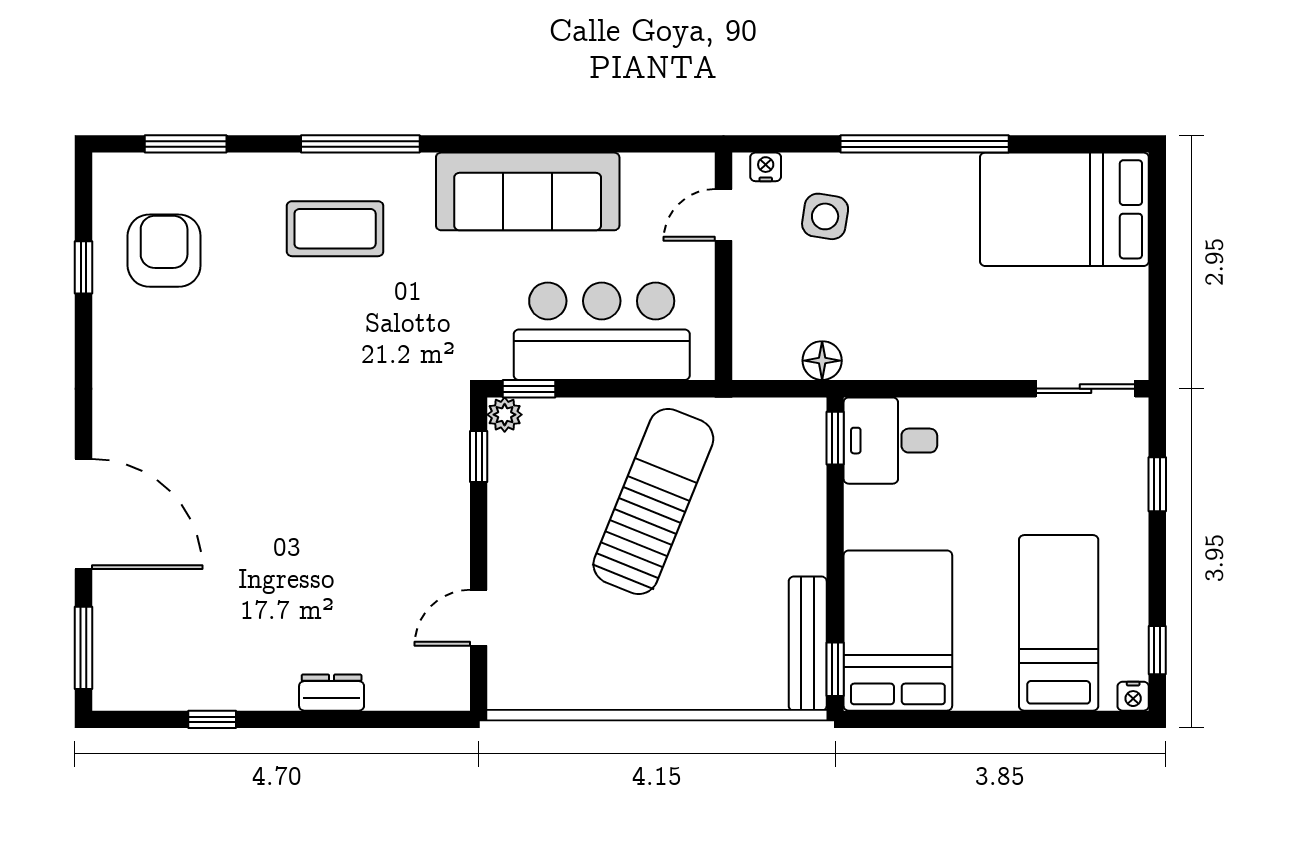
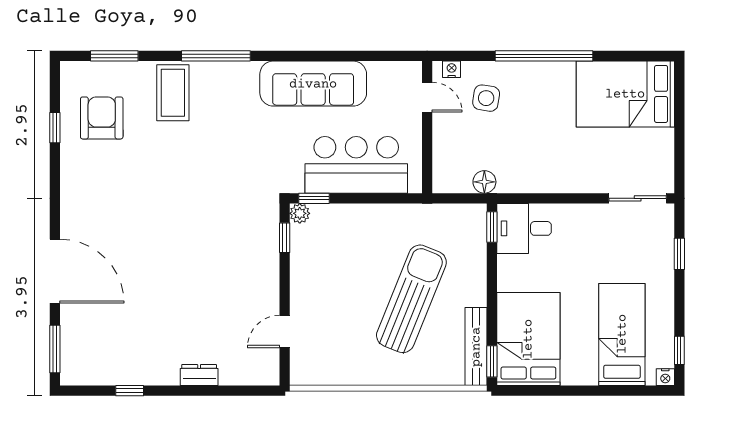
door: (723, 215) -> (427, 97), swing flipped
coffee table: (335, 229) -> (173, 93), moved, turned 90
sun lounger: (653, 501) -> (411, 299), moved

